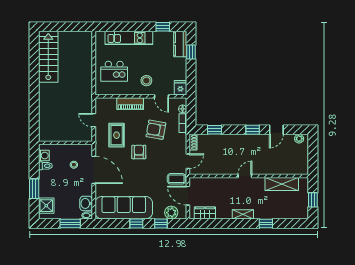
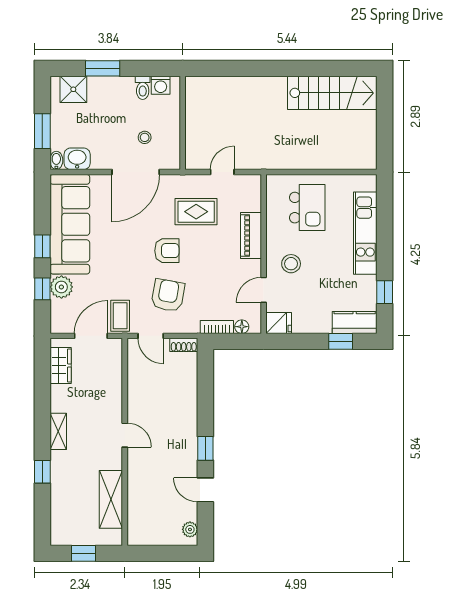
kitchen island: (114, 71) -> (307, 208), turned 180
armchair: (156, 130) -> (168, 295), moved
window: (214, 130) -> (205, 382), removed
plant: (171, 213) -> (61, 287), moved

